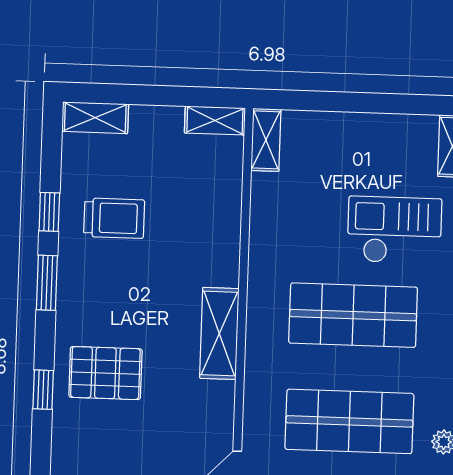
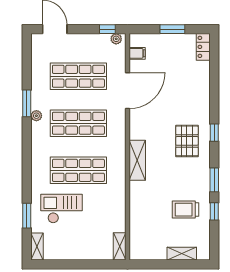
shelving: (95, 118) -> (182, 254), moved
shelving: (215, 121) -> (142, 254), removed
checkout: (394, 230) -> (61, 209), turned 180
pallet: (105, 373) -> (187, 141), turned 90

